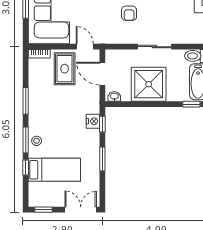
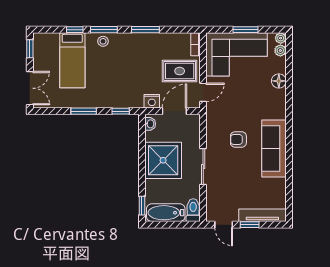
nightstand: (93, 121) -> (152, 101), moved

